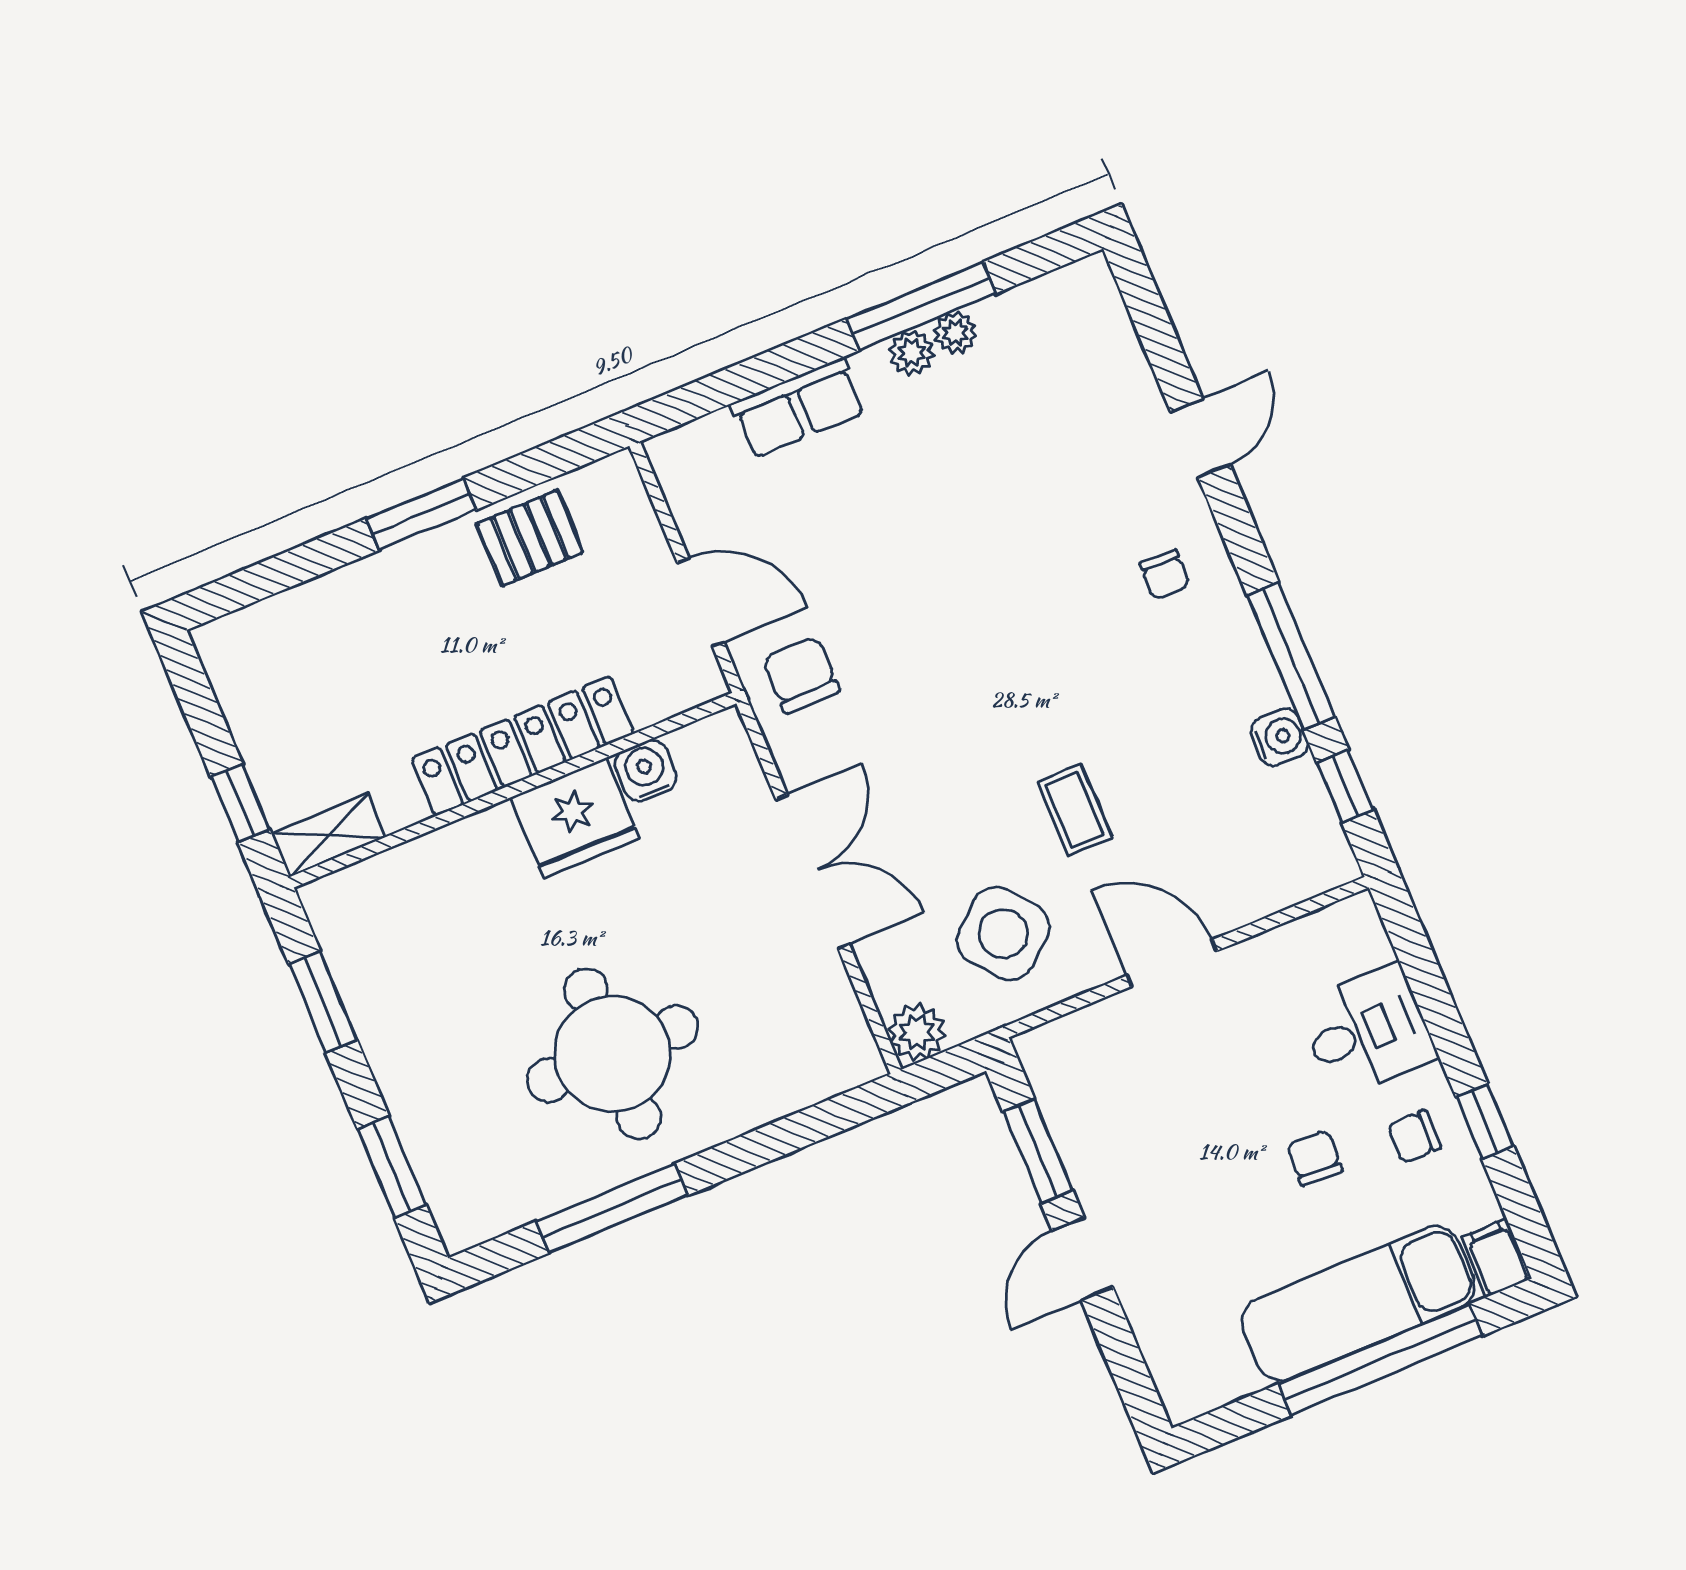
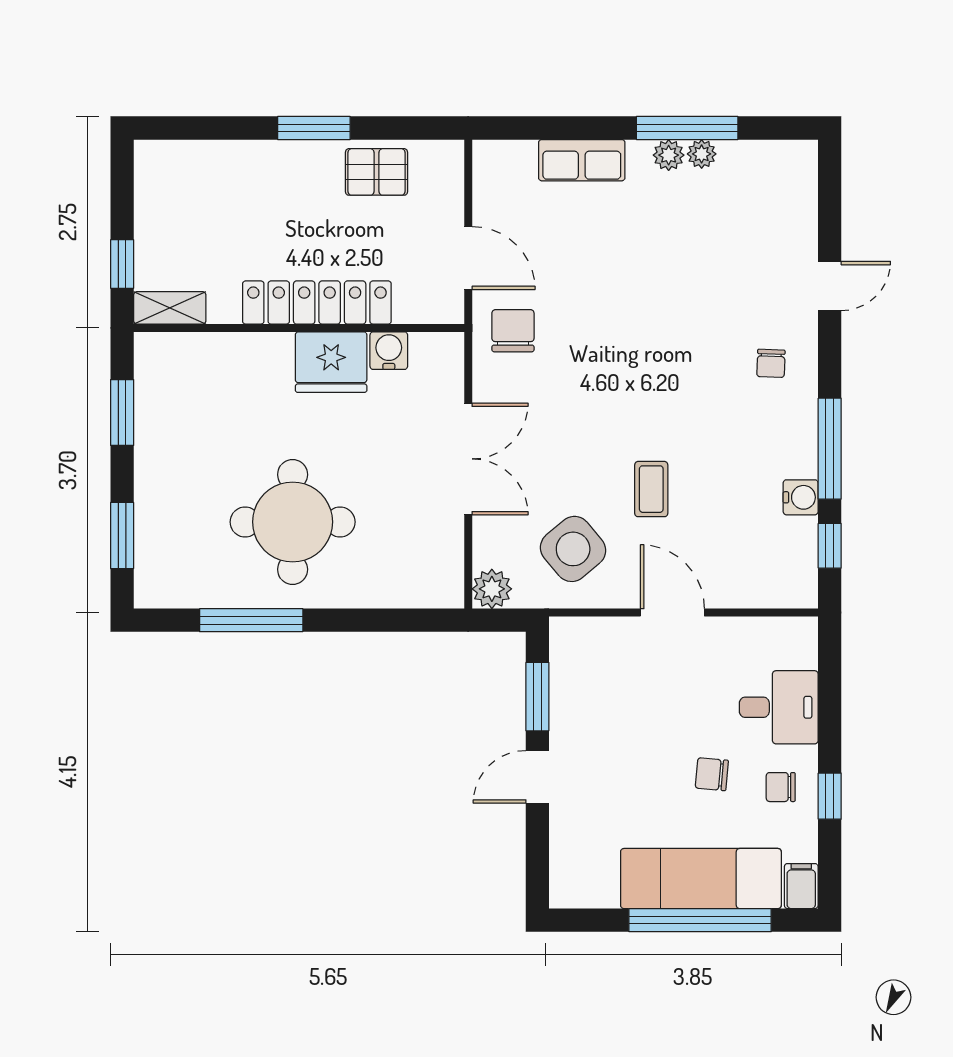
chair: (1315, 1158) -> (712, 774), turned -88

